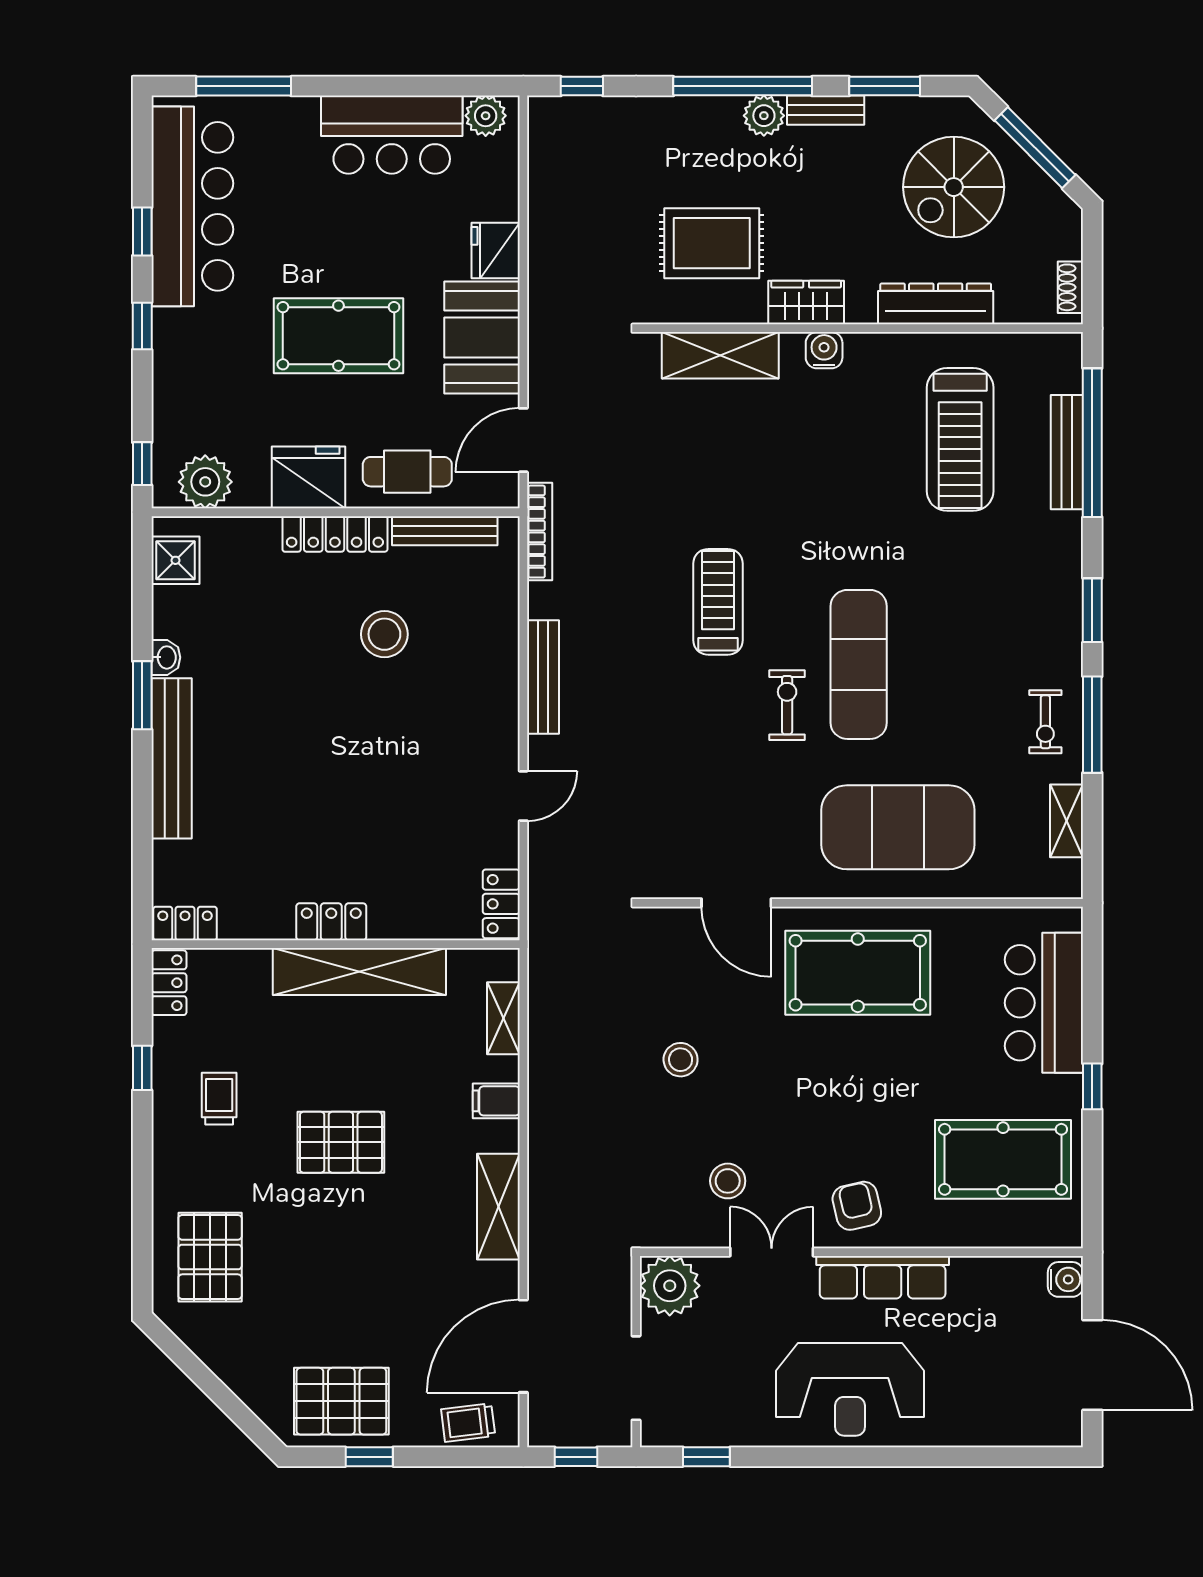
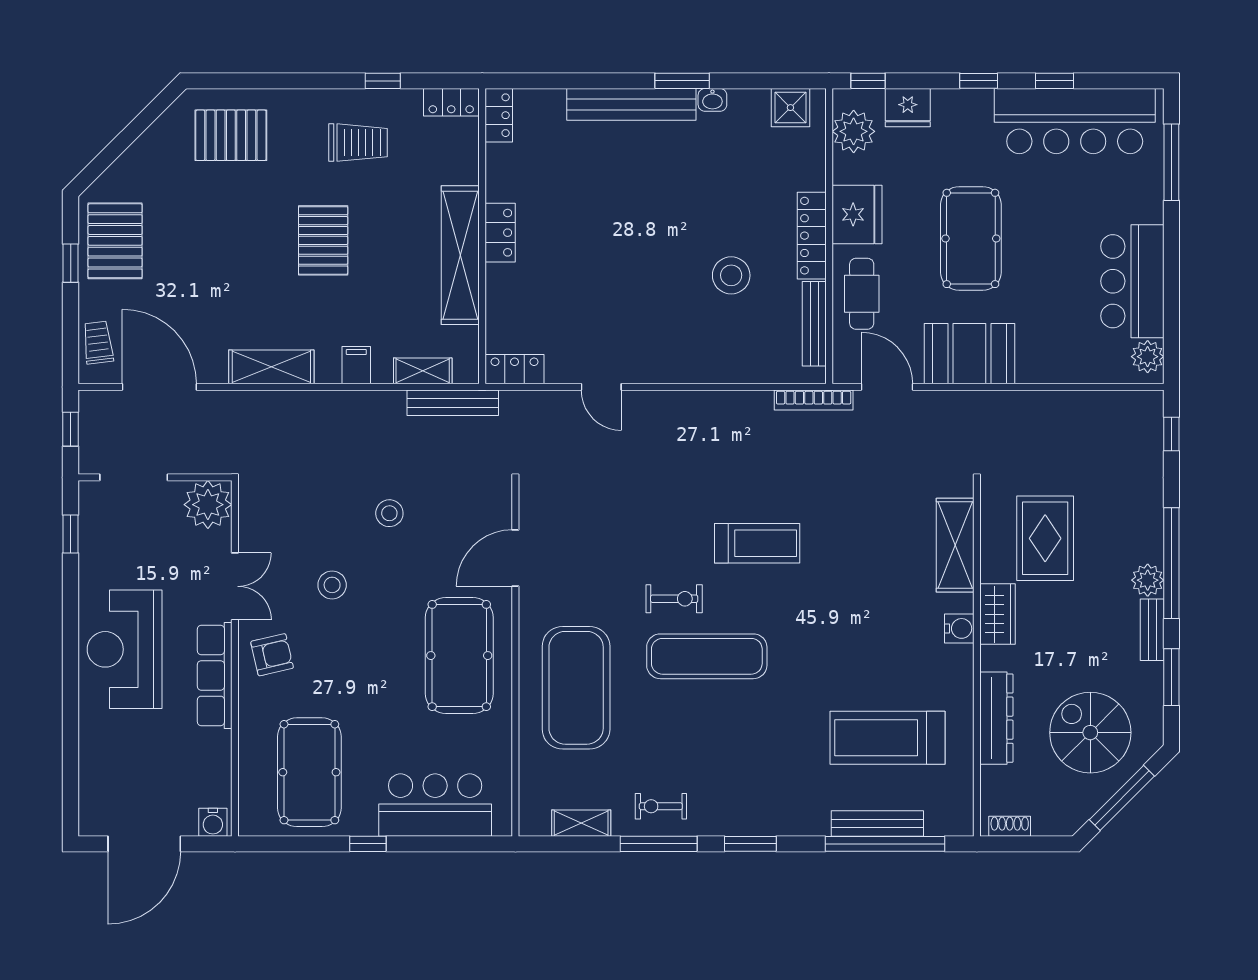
fridge: (496, 250) -> (908, 108), moved, turned 180
bench: (543, 677) -> (453, 403), moved
trolley: (219, 1099) -> (358, 143), width x1.36, depth x1.39
stool: (728, 1181) -> (332, 585), moved

